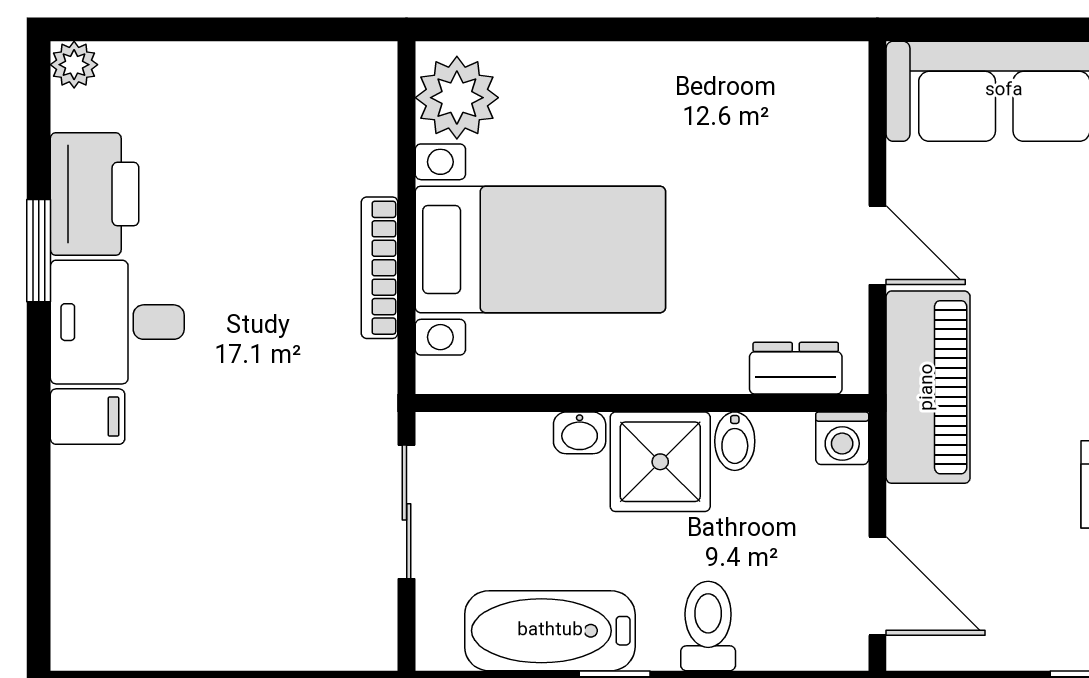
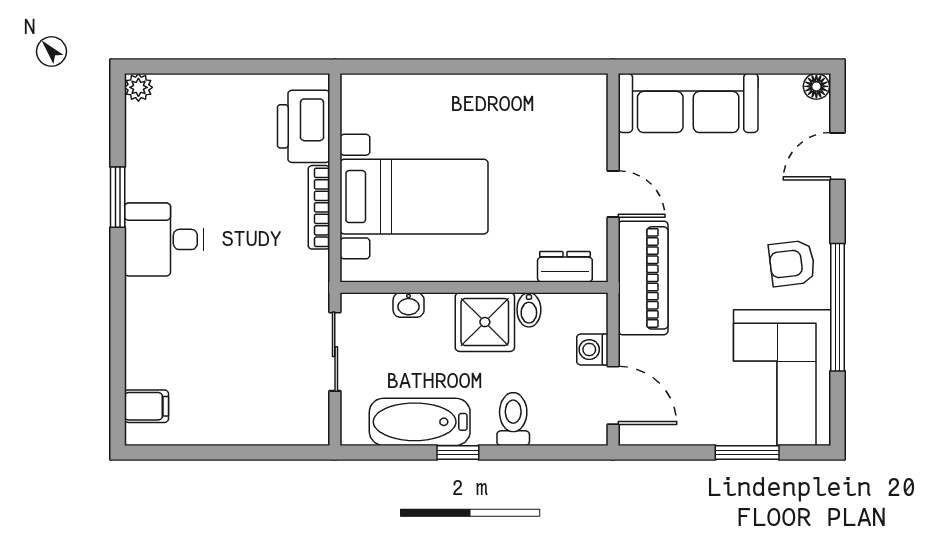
plant: (457, 98) -> (365, 107), removed
printer: (95, 194) -> (304, 126), moved, turned 180
filing cabinet: (88, 417) -> (146, 406), moved
washbasin: (580, 433) -> (409, 305), moved
washing machine: (842, 438) -> (592, 350), moved, turned 90

